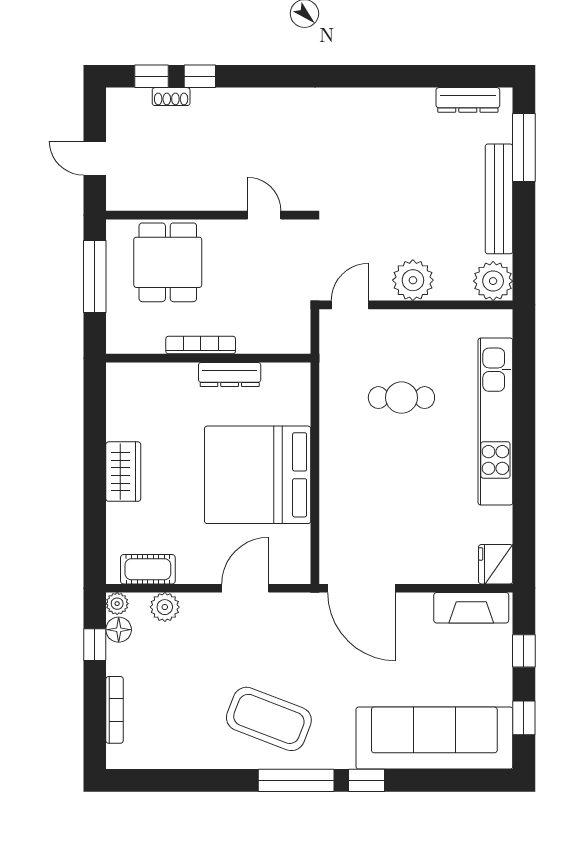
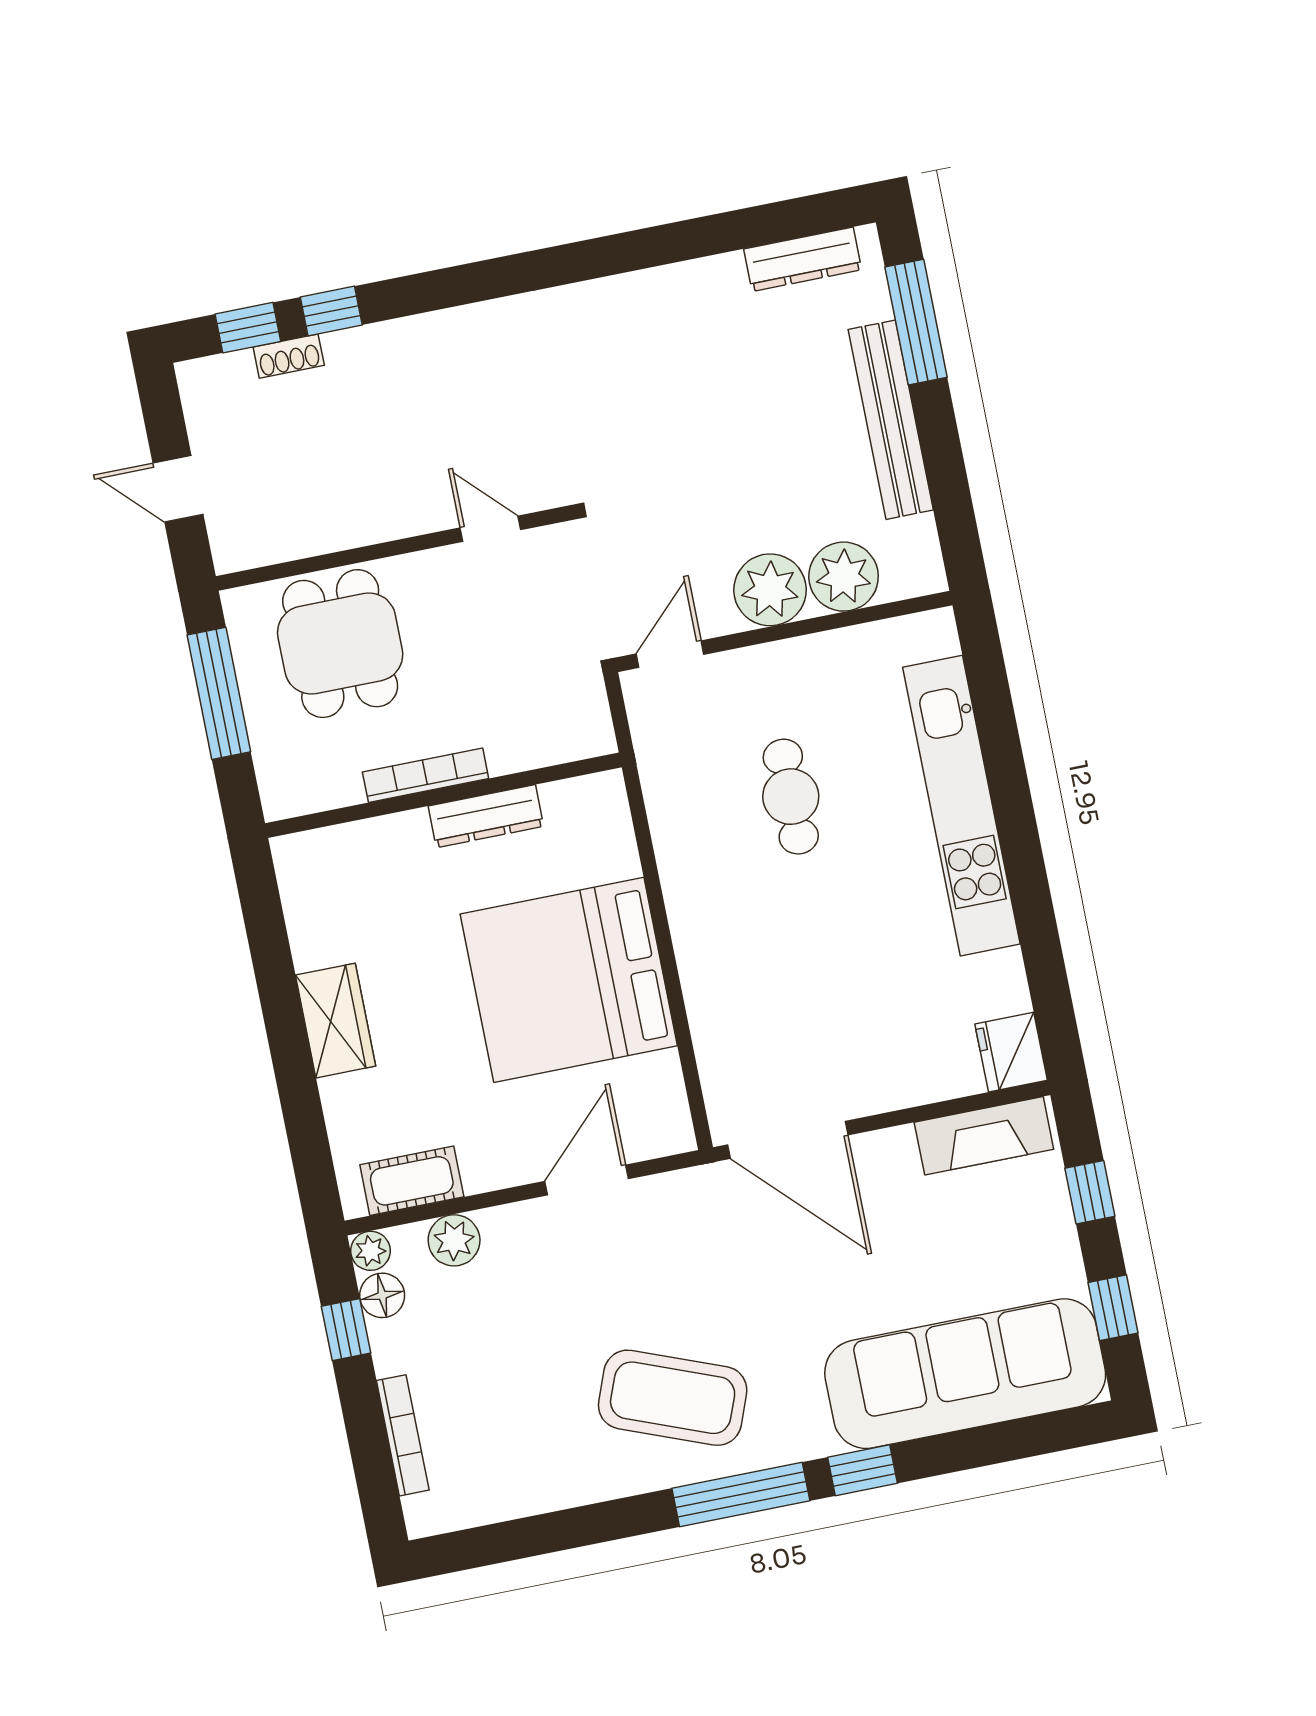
plant: (493, 281) -> (844, 577), moved
cafe table: (401, 398) -> (791, 797), turned 90

